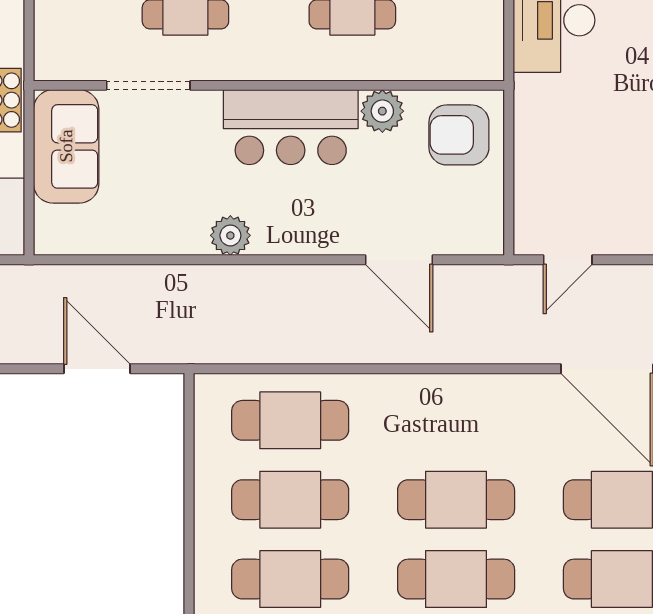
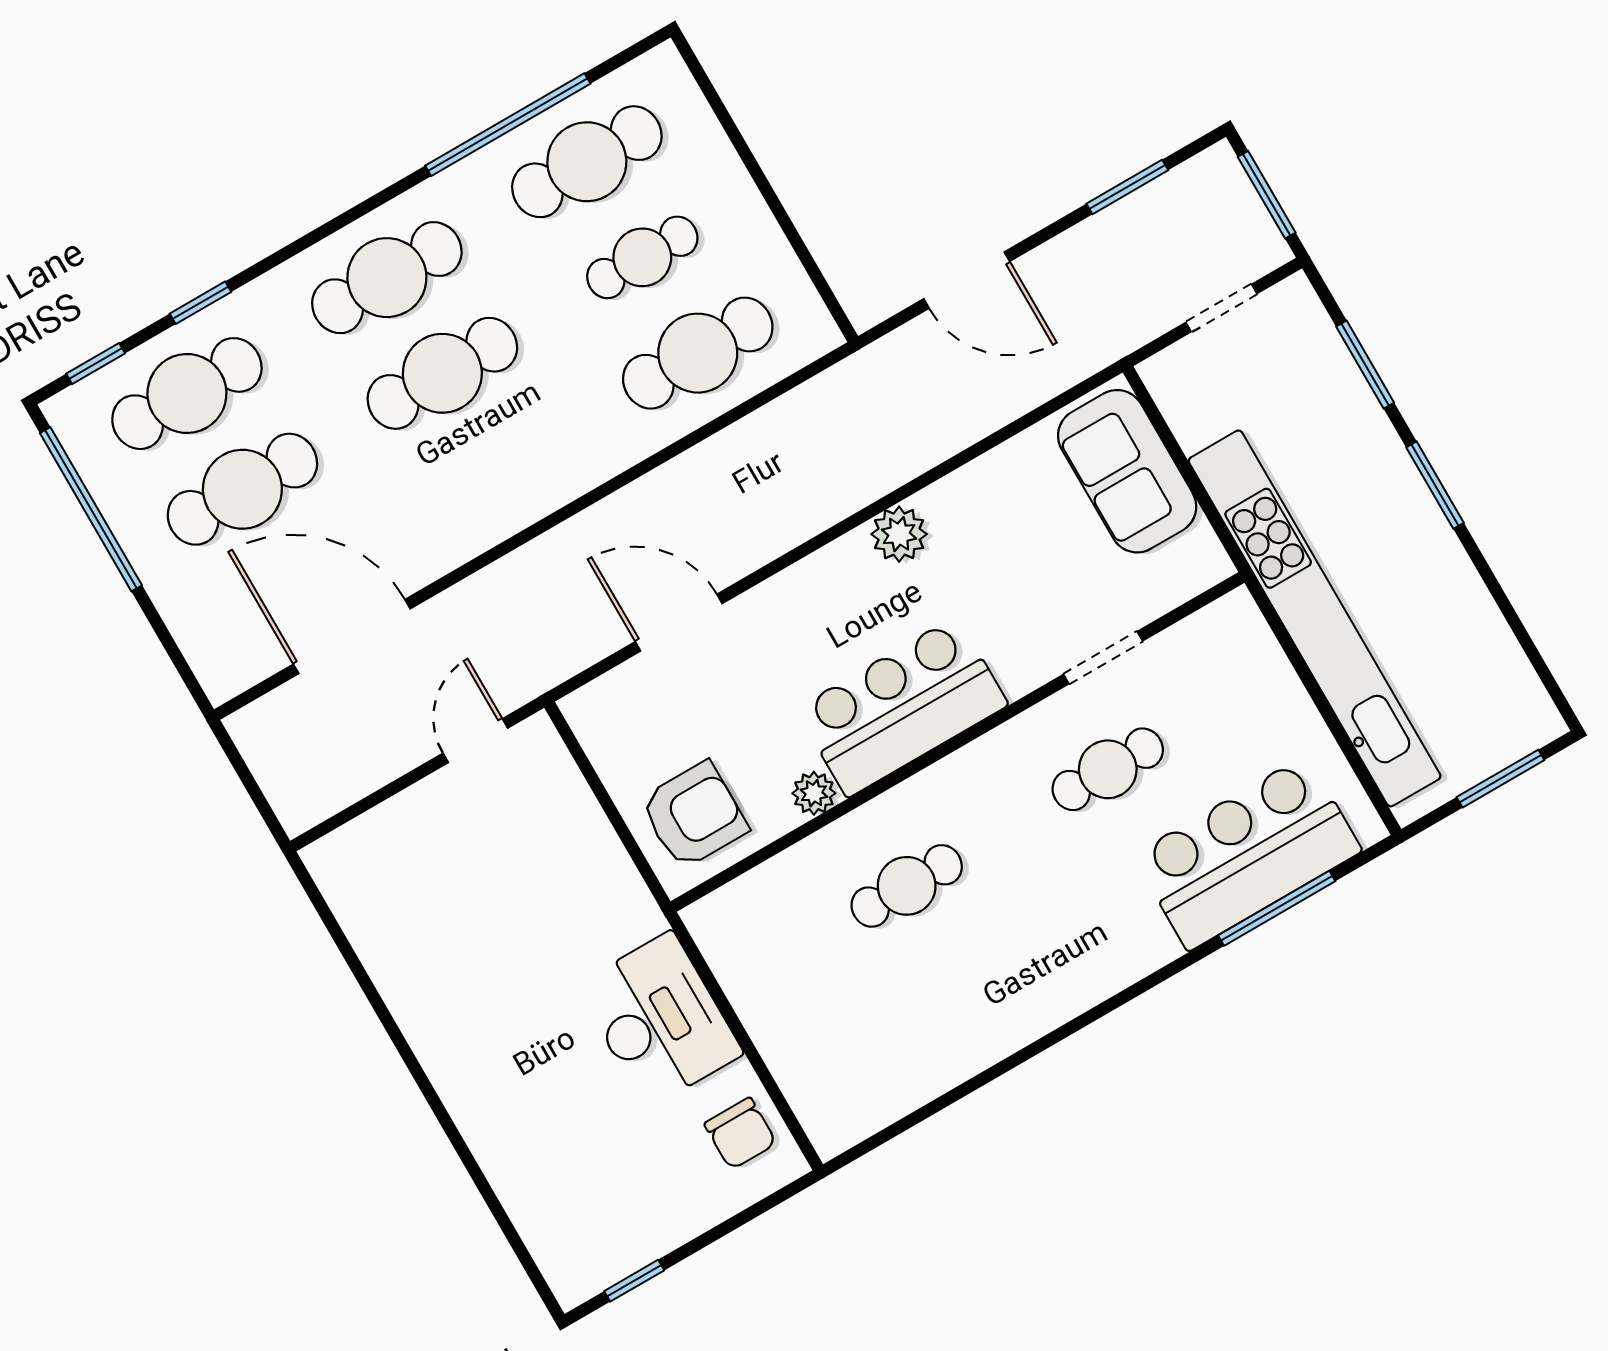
doorway: (148, 85) -> (1103, 658), width x0.73
plant: (382, 111) -> (814, 793), width x0.73, depth x0.73
sofa: (66, 146) -> (1127, 471), moved
cafe table: (290, 500) -> (642, 257), width x0.73, depth x0.74

